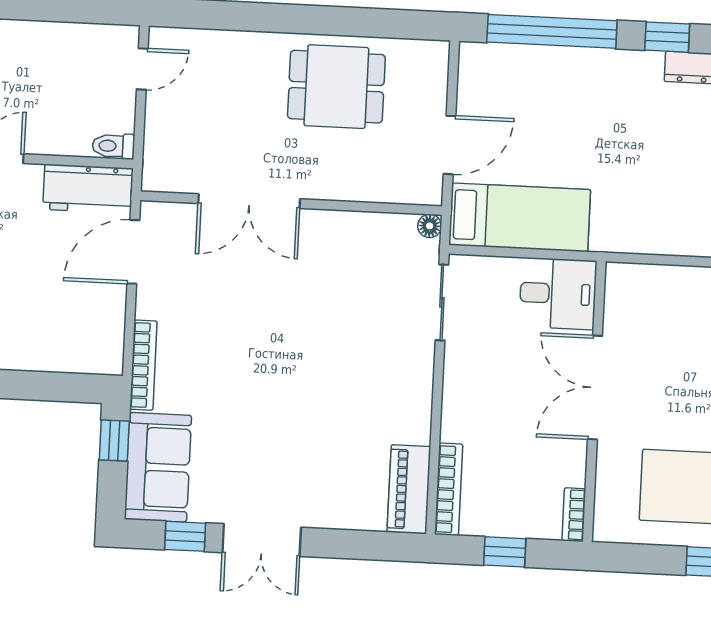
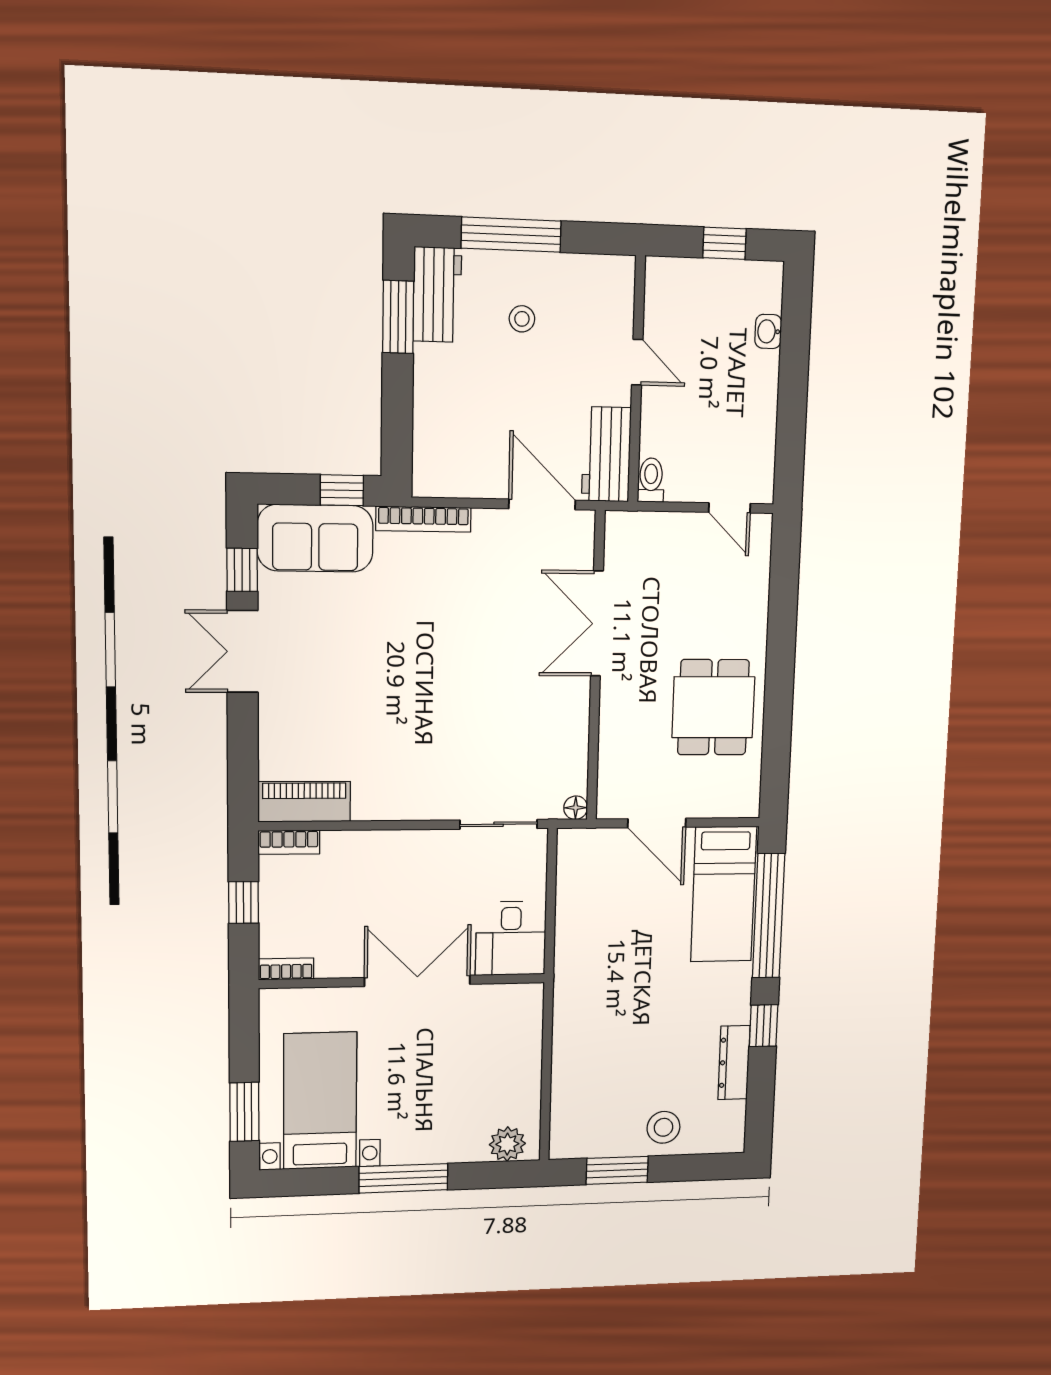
bed: (520, 217) -> (724, 894), moved
bookcase: (449, 489) -> (289, 842), width x0.64

